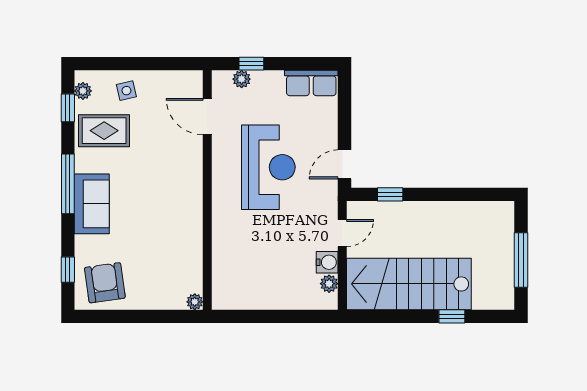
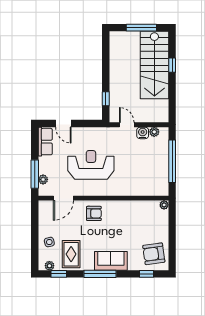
window: (251, 64) -> (35, 174), width x2.17
door: (345, 164) -> (63, 124), moved
armchair: (179, 173) -> (94, 213), added
stairs: (409, 284) -> (154, 65), moved
window: (275, 316) -> (172, 161), added

